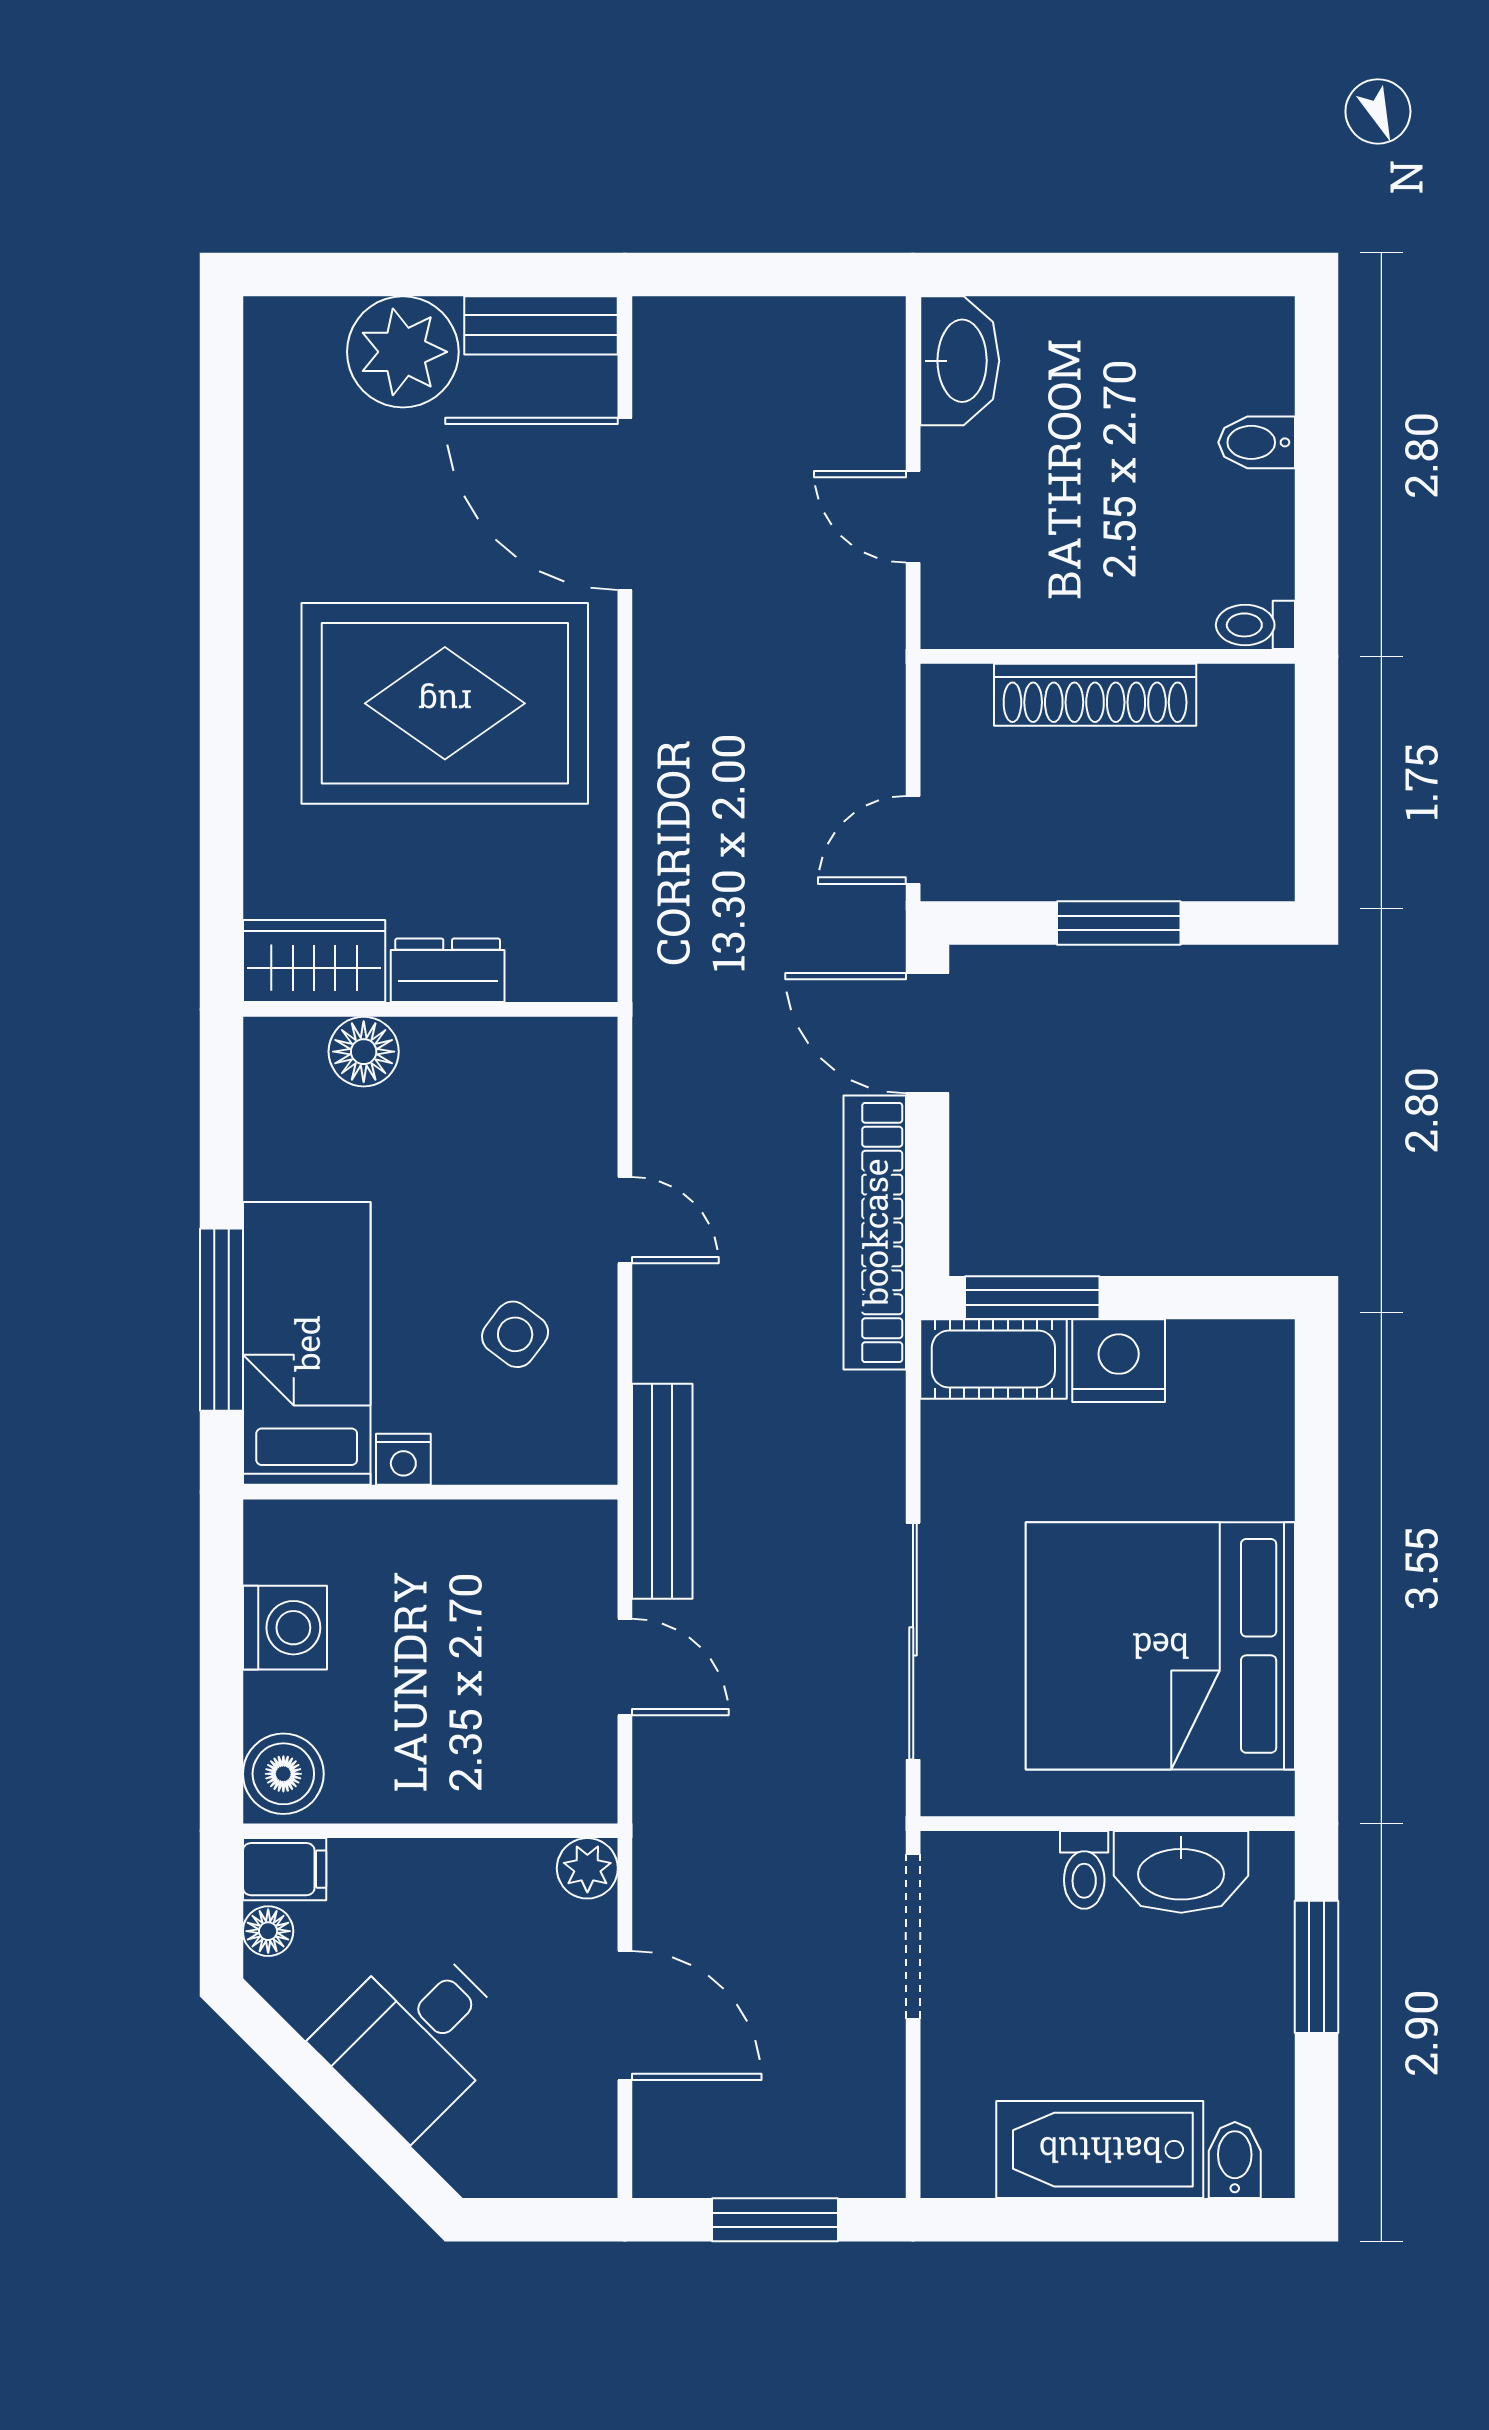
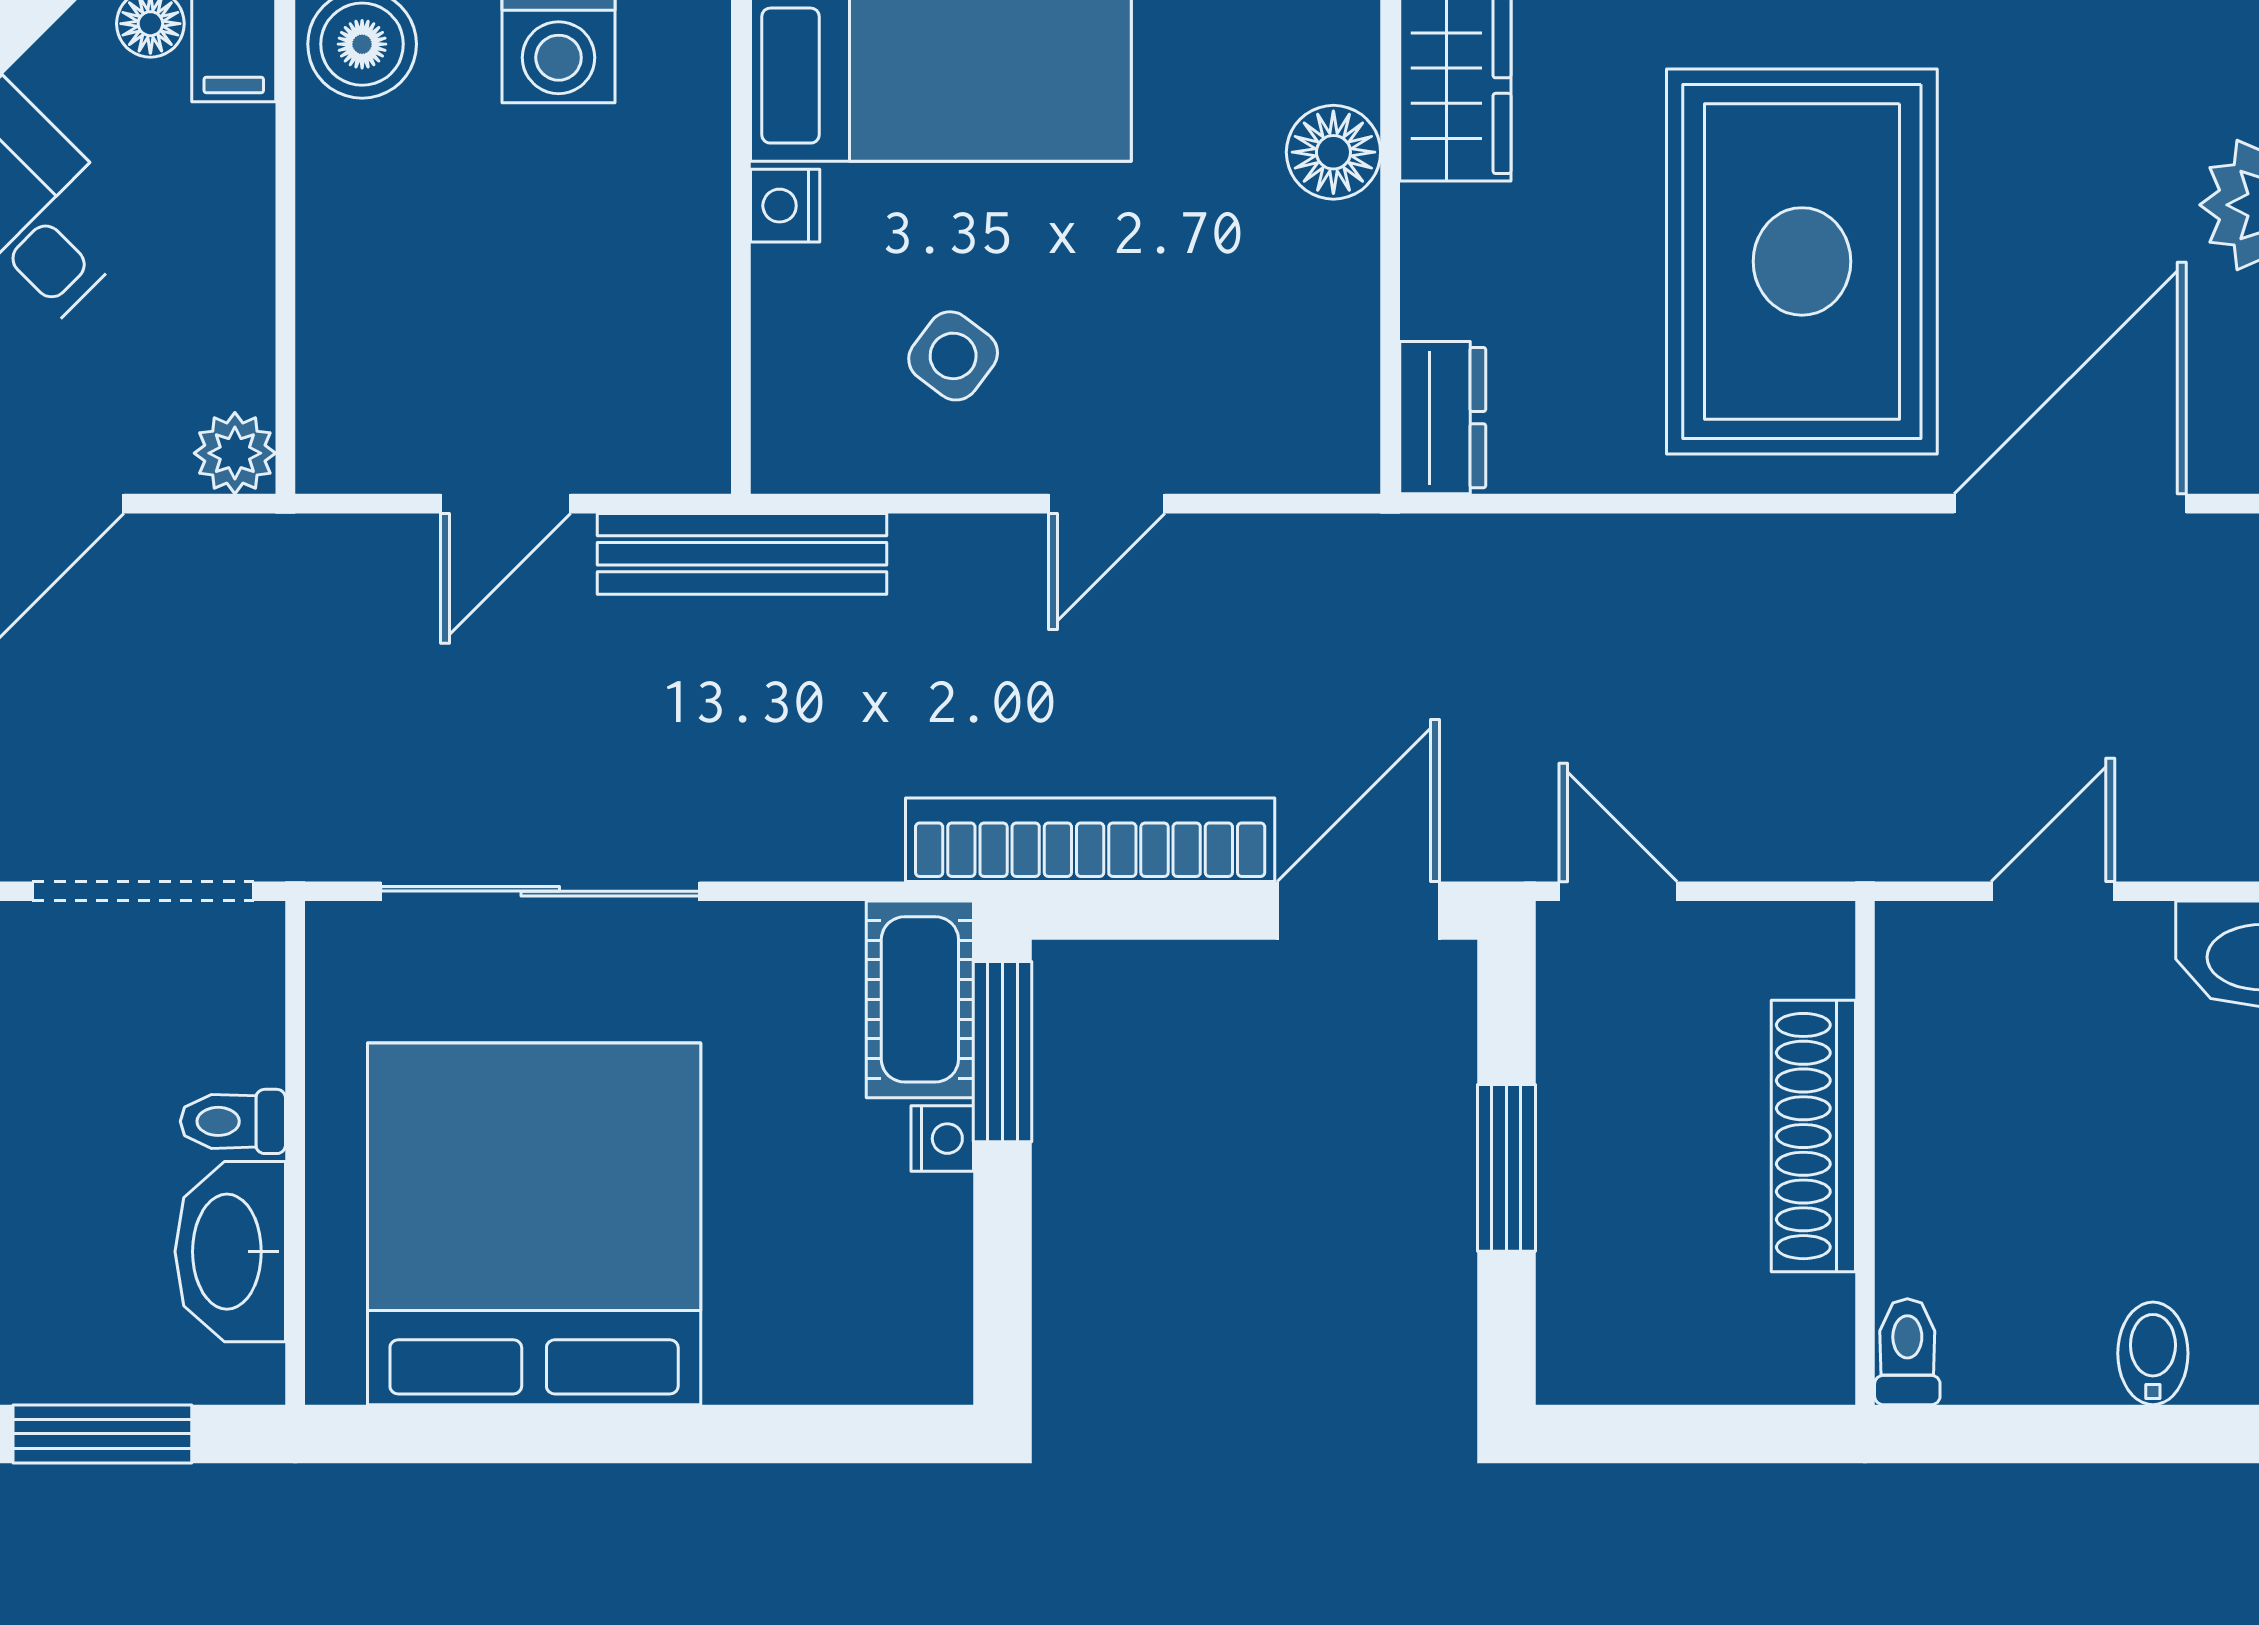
dresser: (448, 970) -> (1443, 418), moved
nightstand: (1119, 1361) -> (942, 1139), width x0.53, depth x0.56

